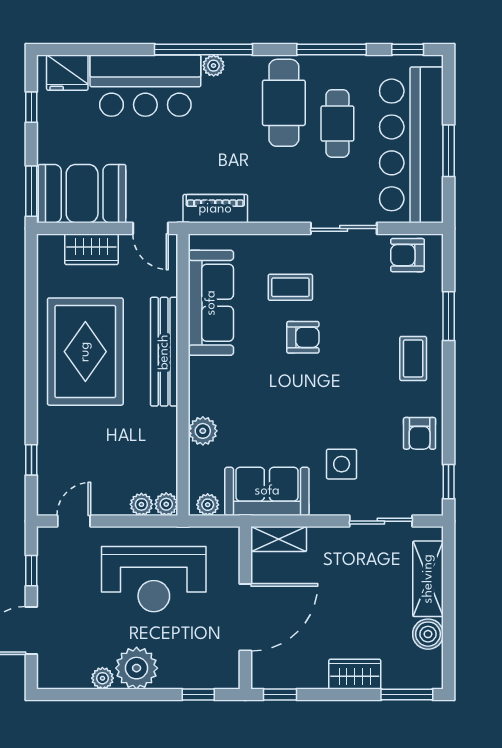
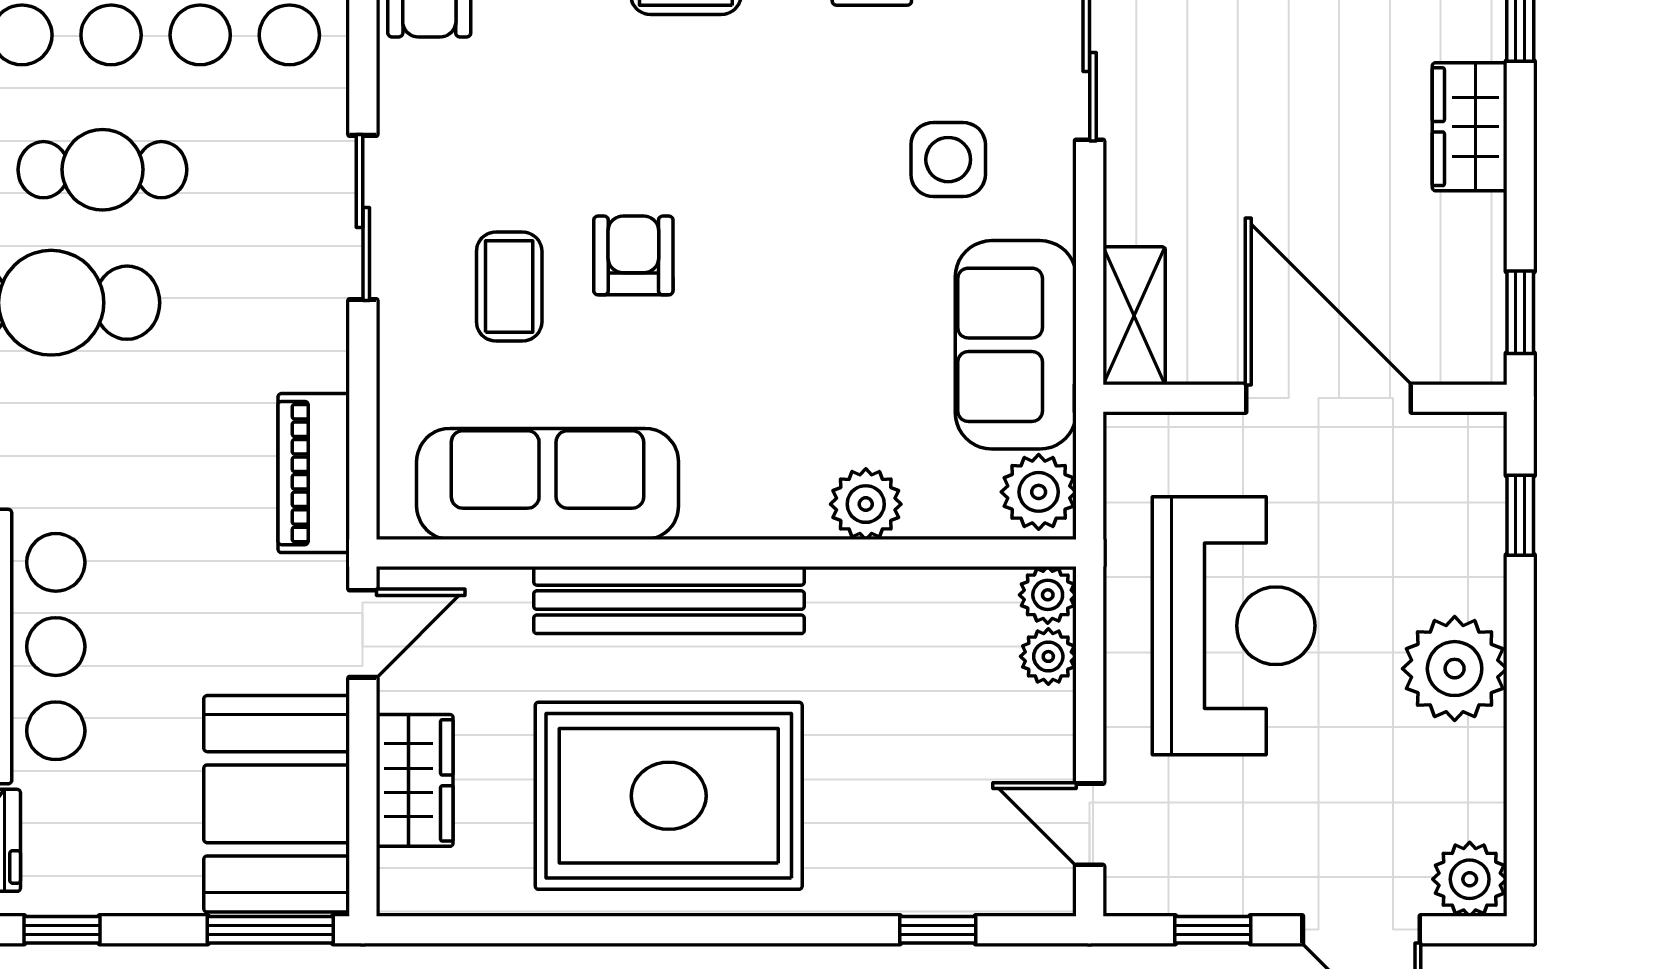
sliding door: (344, 228) -> (363, 217), moved
plant: (208, 505) -> (1039, 492), width x1.38, depth x1.38
plant: (102, 678) -> (1470, 879), moved, width x1.38, depth x1.38

